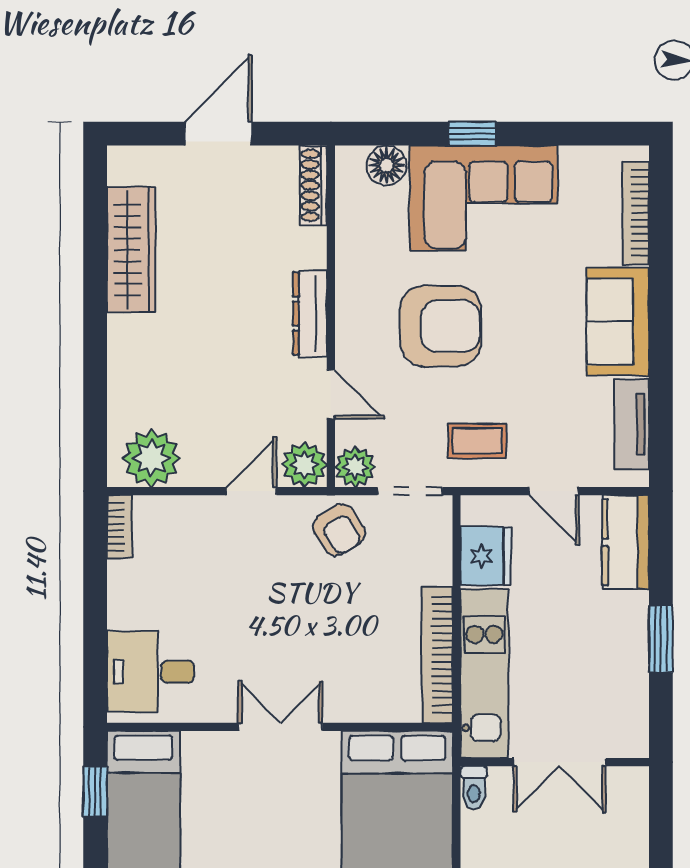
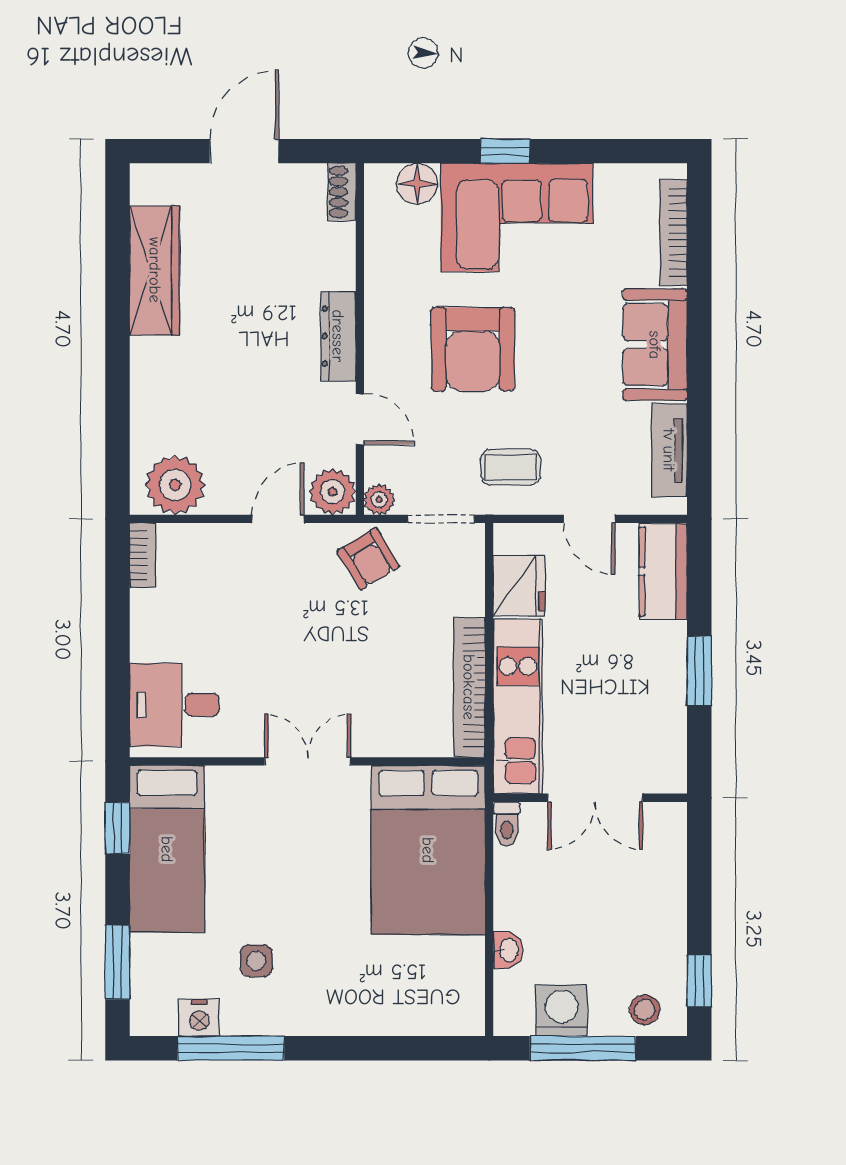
shoe rack: (313, 185) -> (342, 192), width x0.70
armchair: (441, 326) -> (473, 349), turned 90
plant: (355, 467) -> (379, 500), width x0.73, depth x0.73

